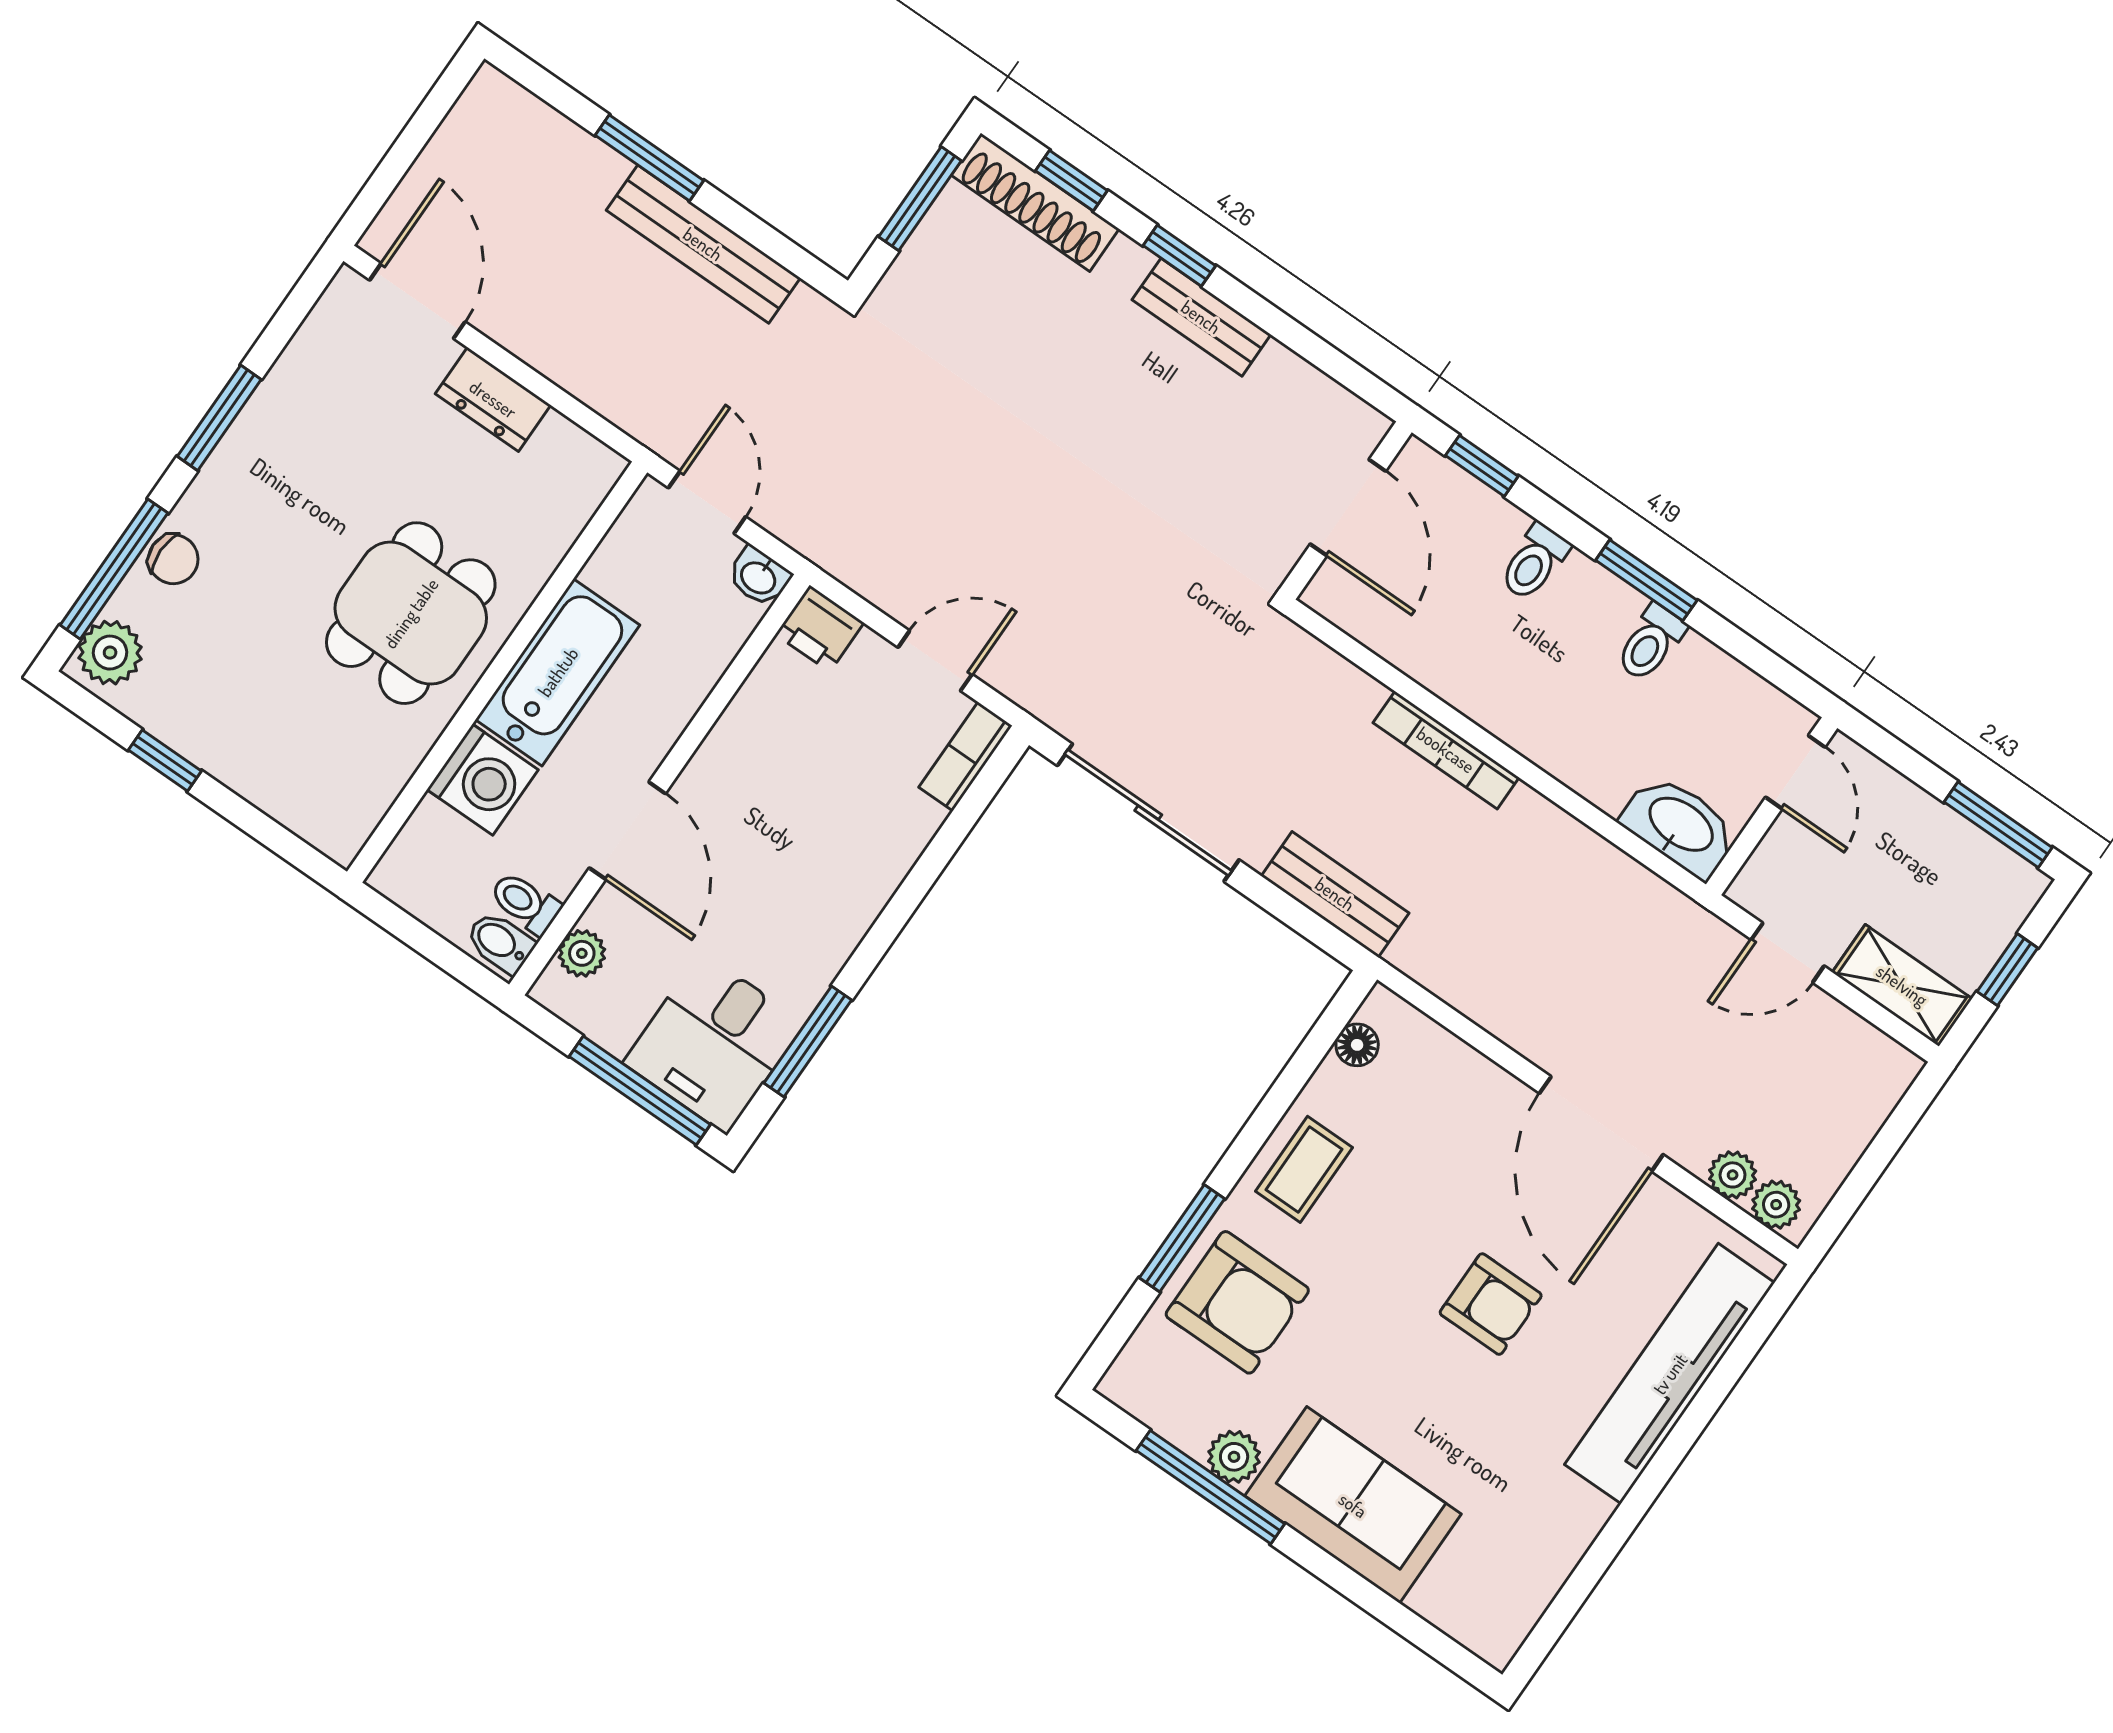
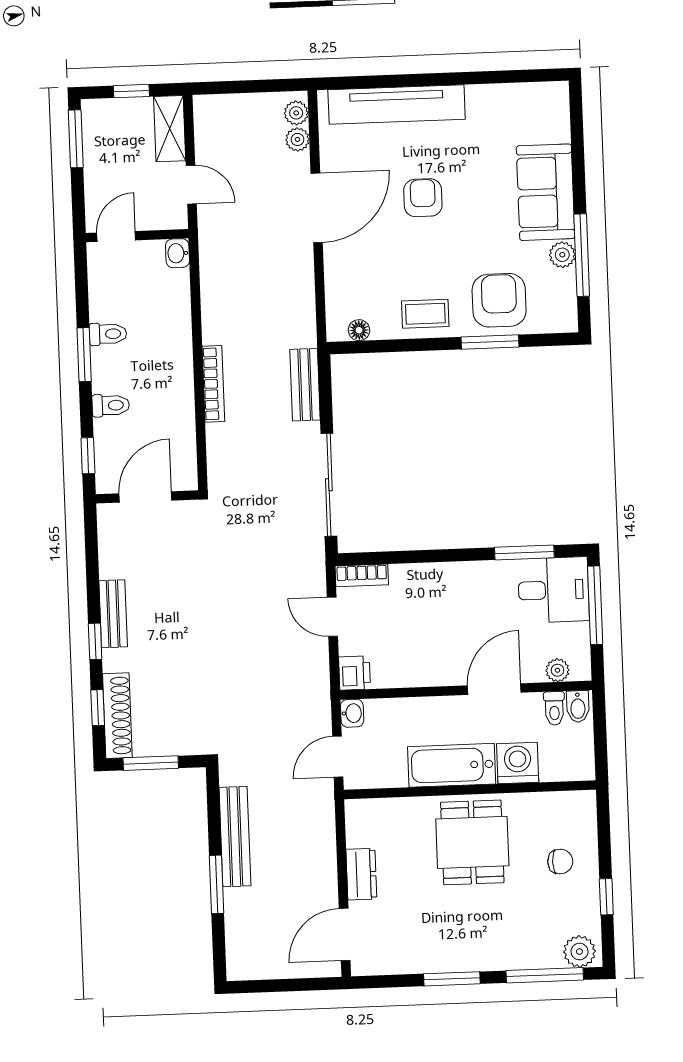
chair: (173, 559) -> (560, 861), moved, turned 90
dining table: (411, 613) -> (472, 842), turned 90
washbasin: (1680, 826) -> (178, 253), width x0.52, depth x0.69

